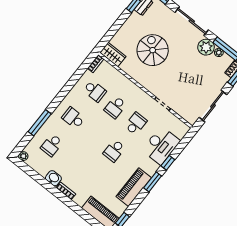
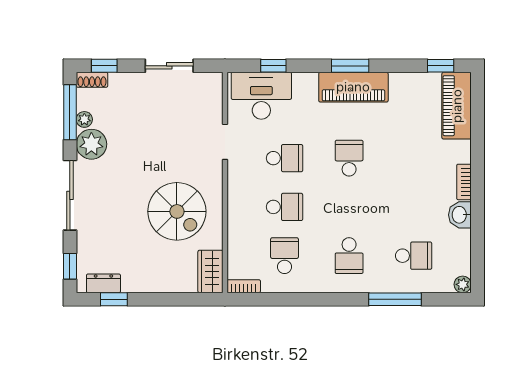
spiral stairs: (153, 50) -> (177, 211), moved, turned -90
sliding door: (213, 106) -> (169, 66), width x0.73
school desk: (136, 124) -> (285, 158), turned 180
desk: (161, 145) -> (261, 96), moved
school desk: (114, 151) -> (349, 158), turned -90
window: (168, 163) -> (273, 66), moved
piano: (134, 187) -> (353, 87), moved

